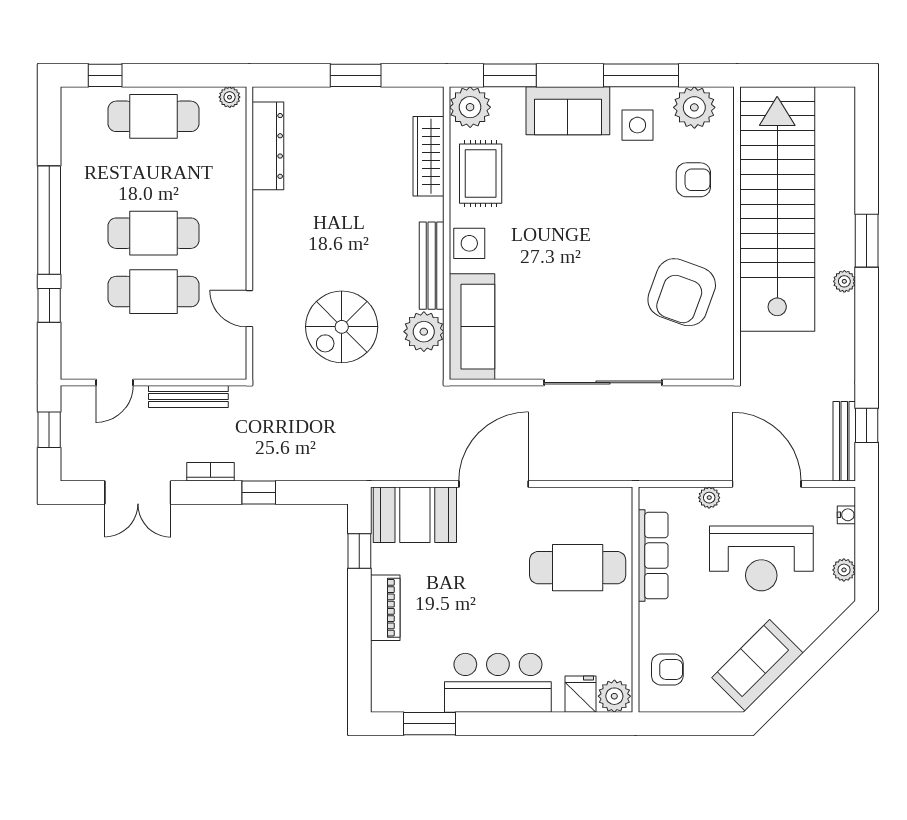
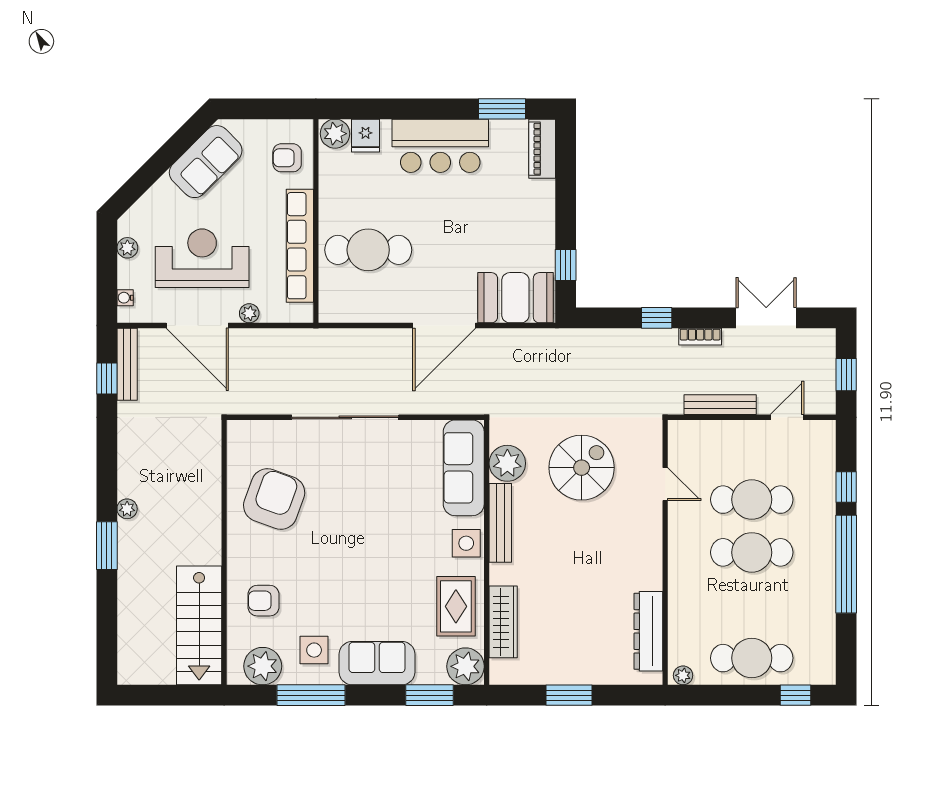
stairs: (777, 209) -> (199, 625), width x0.54, depth x0.66
row of seats: (653, 556) -> (300, 246), width x1.36
piano: (385, 608) -> (542, 149), moved

